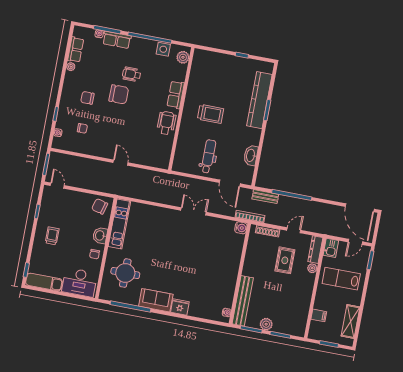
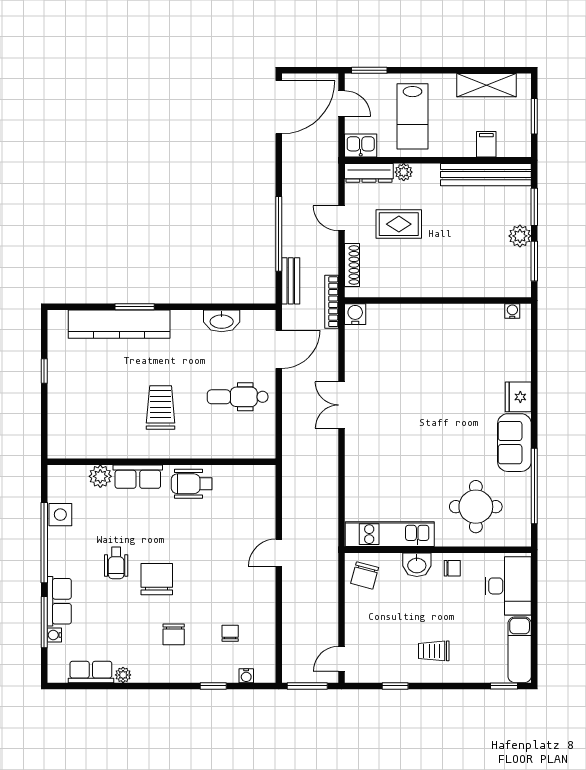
plant: (183, 57) -> (100, 476), moved
bench: (243, 301) -> (486, 175), moved

